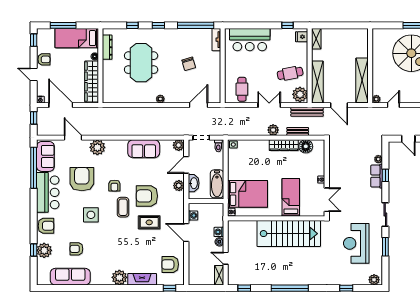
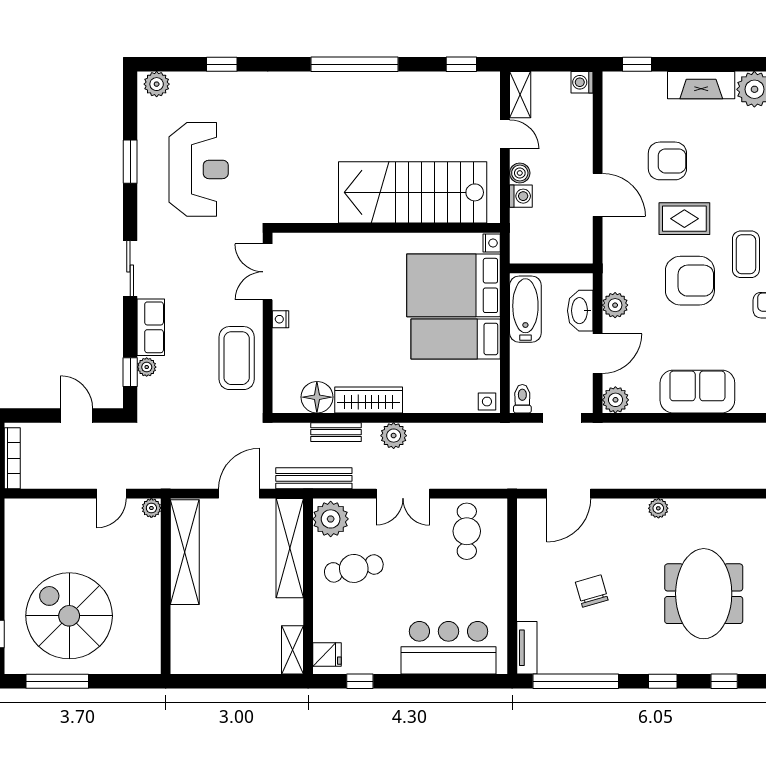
door: (339, 105) -> (239, 494), hinge flipped
coffee table: (340, 163) -> (237, 358), added
window: (385, 175) -> (130, 372), moved
bed: (291, 197) -> (456, 339), moved, turned 90
washing machine: (193, 215) -> (582, 82), moved
sliding door: (385, 215) -> (130, 269), moved
stairs: (289, 234) -> (413, 192), moved
armchair: (170, 264) -> (667, 161), moved

